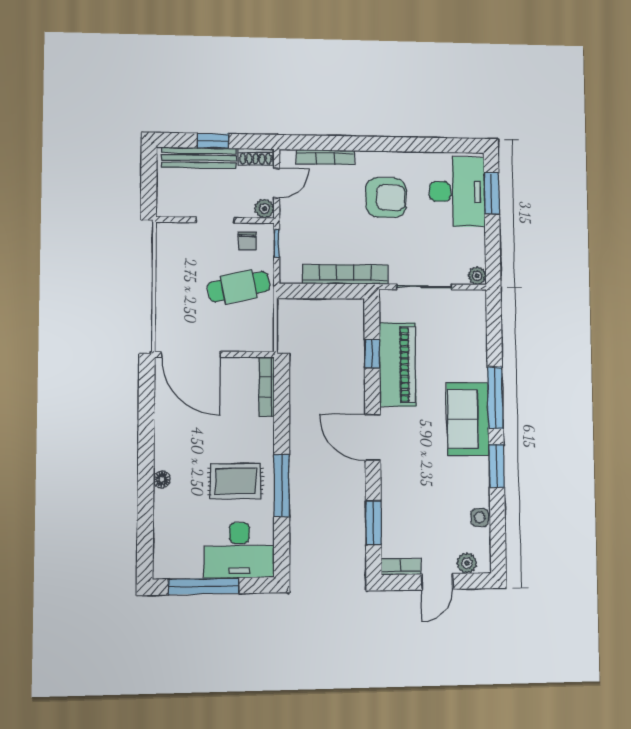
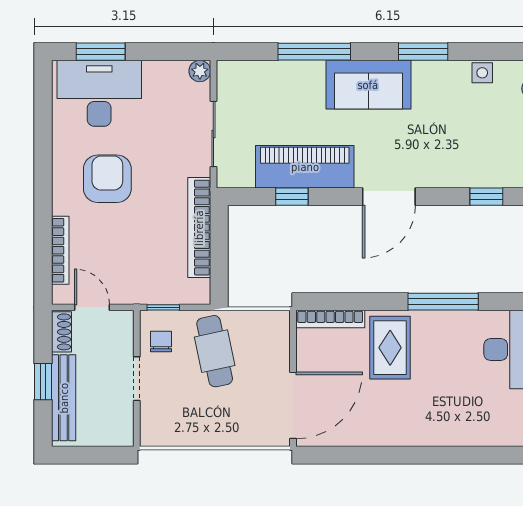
plant: (264, 209) -> (122, 322), removed
chair: (247, 241) -> (161, 341), turned -90
window: (495, 398) -> (314, 52), moved
floor lamp: (162, 479) -> (435, 437), removed
rug: (236, 481) -> (390, 348), moved
window: (373, 523) -> (486, 197), width x0.67

